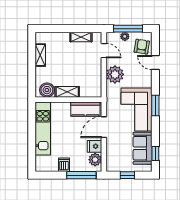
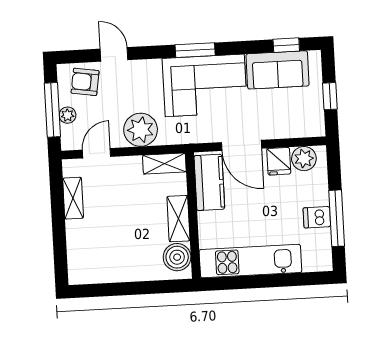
shelving: (40, 55) -> (164, 164), moved
door: (155, 63) -> (114, 54), swing flipped
window: (81, 175) -> (337, 218), moved

